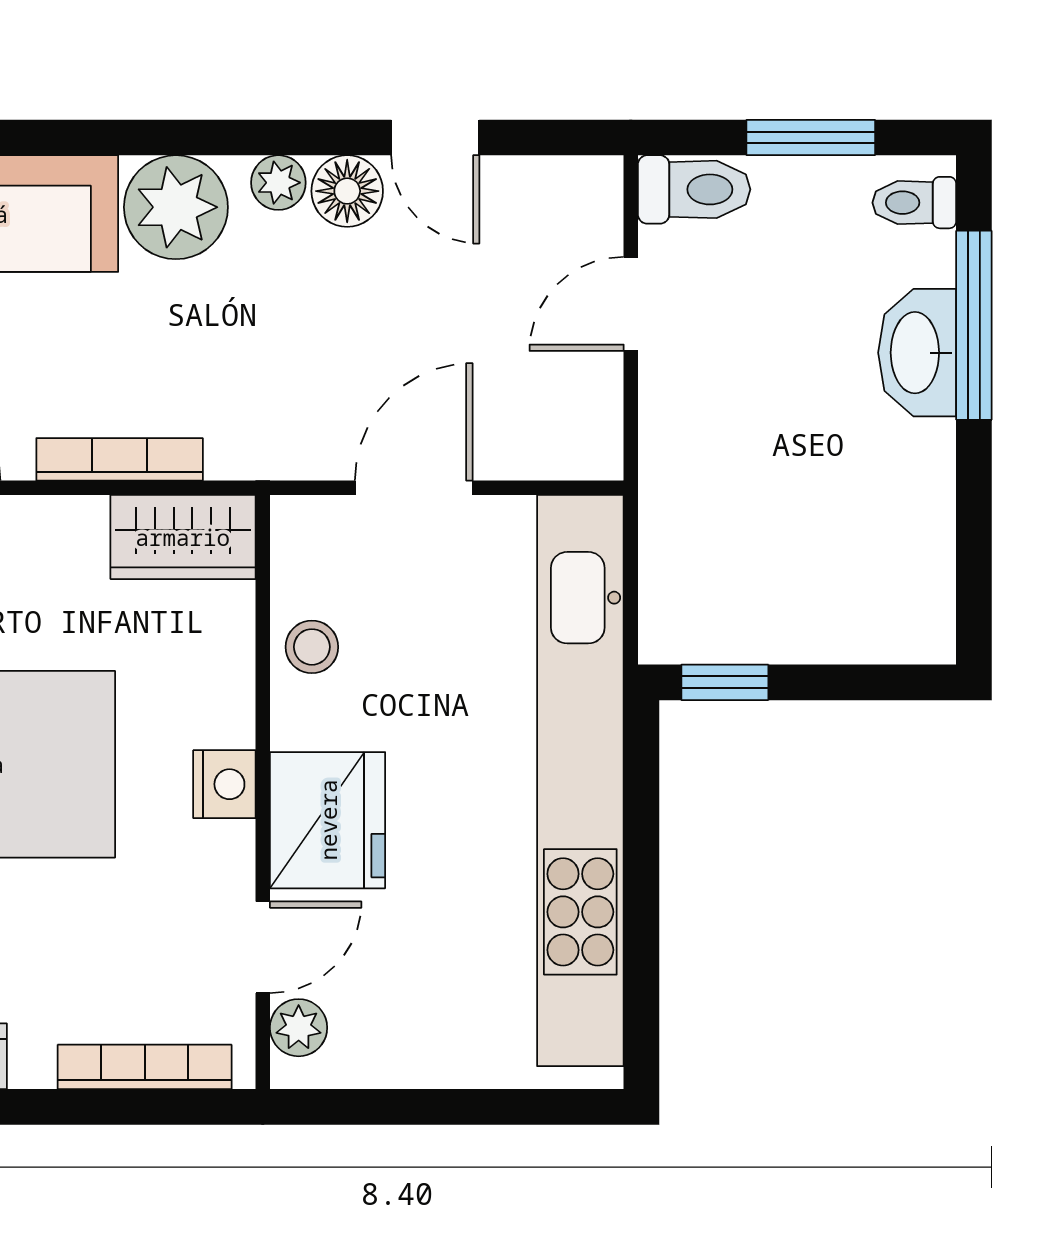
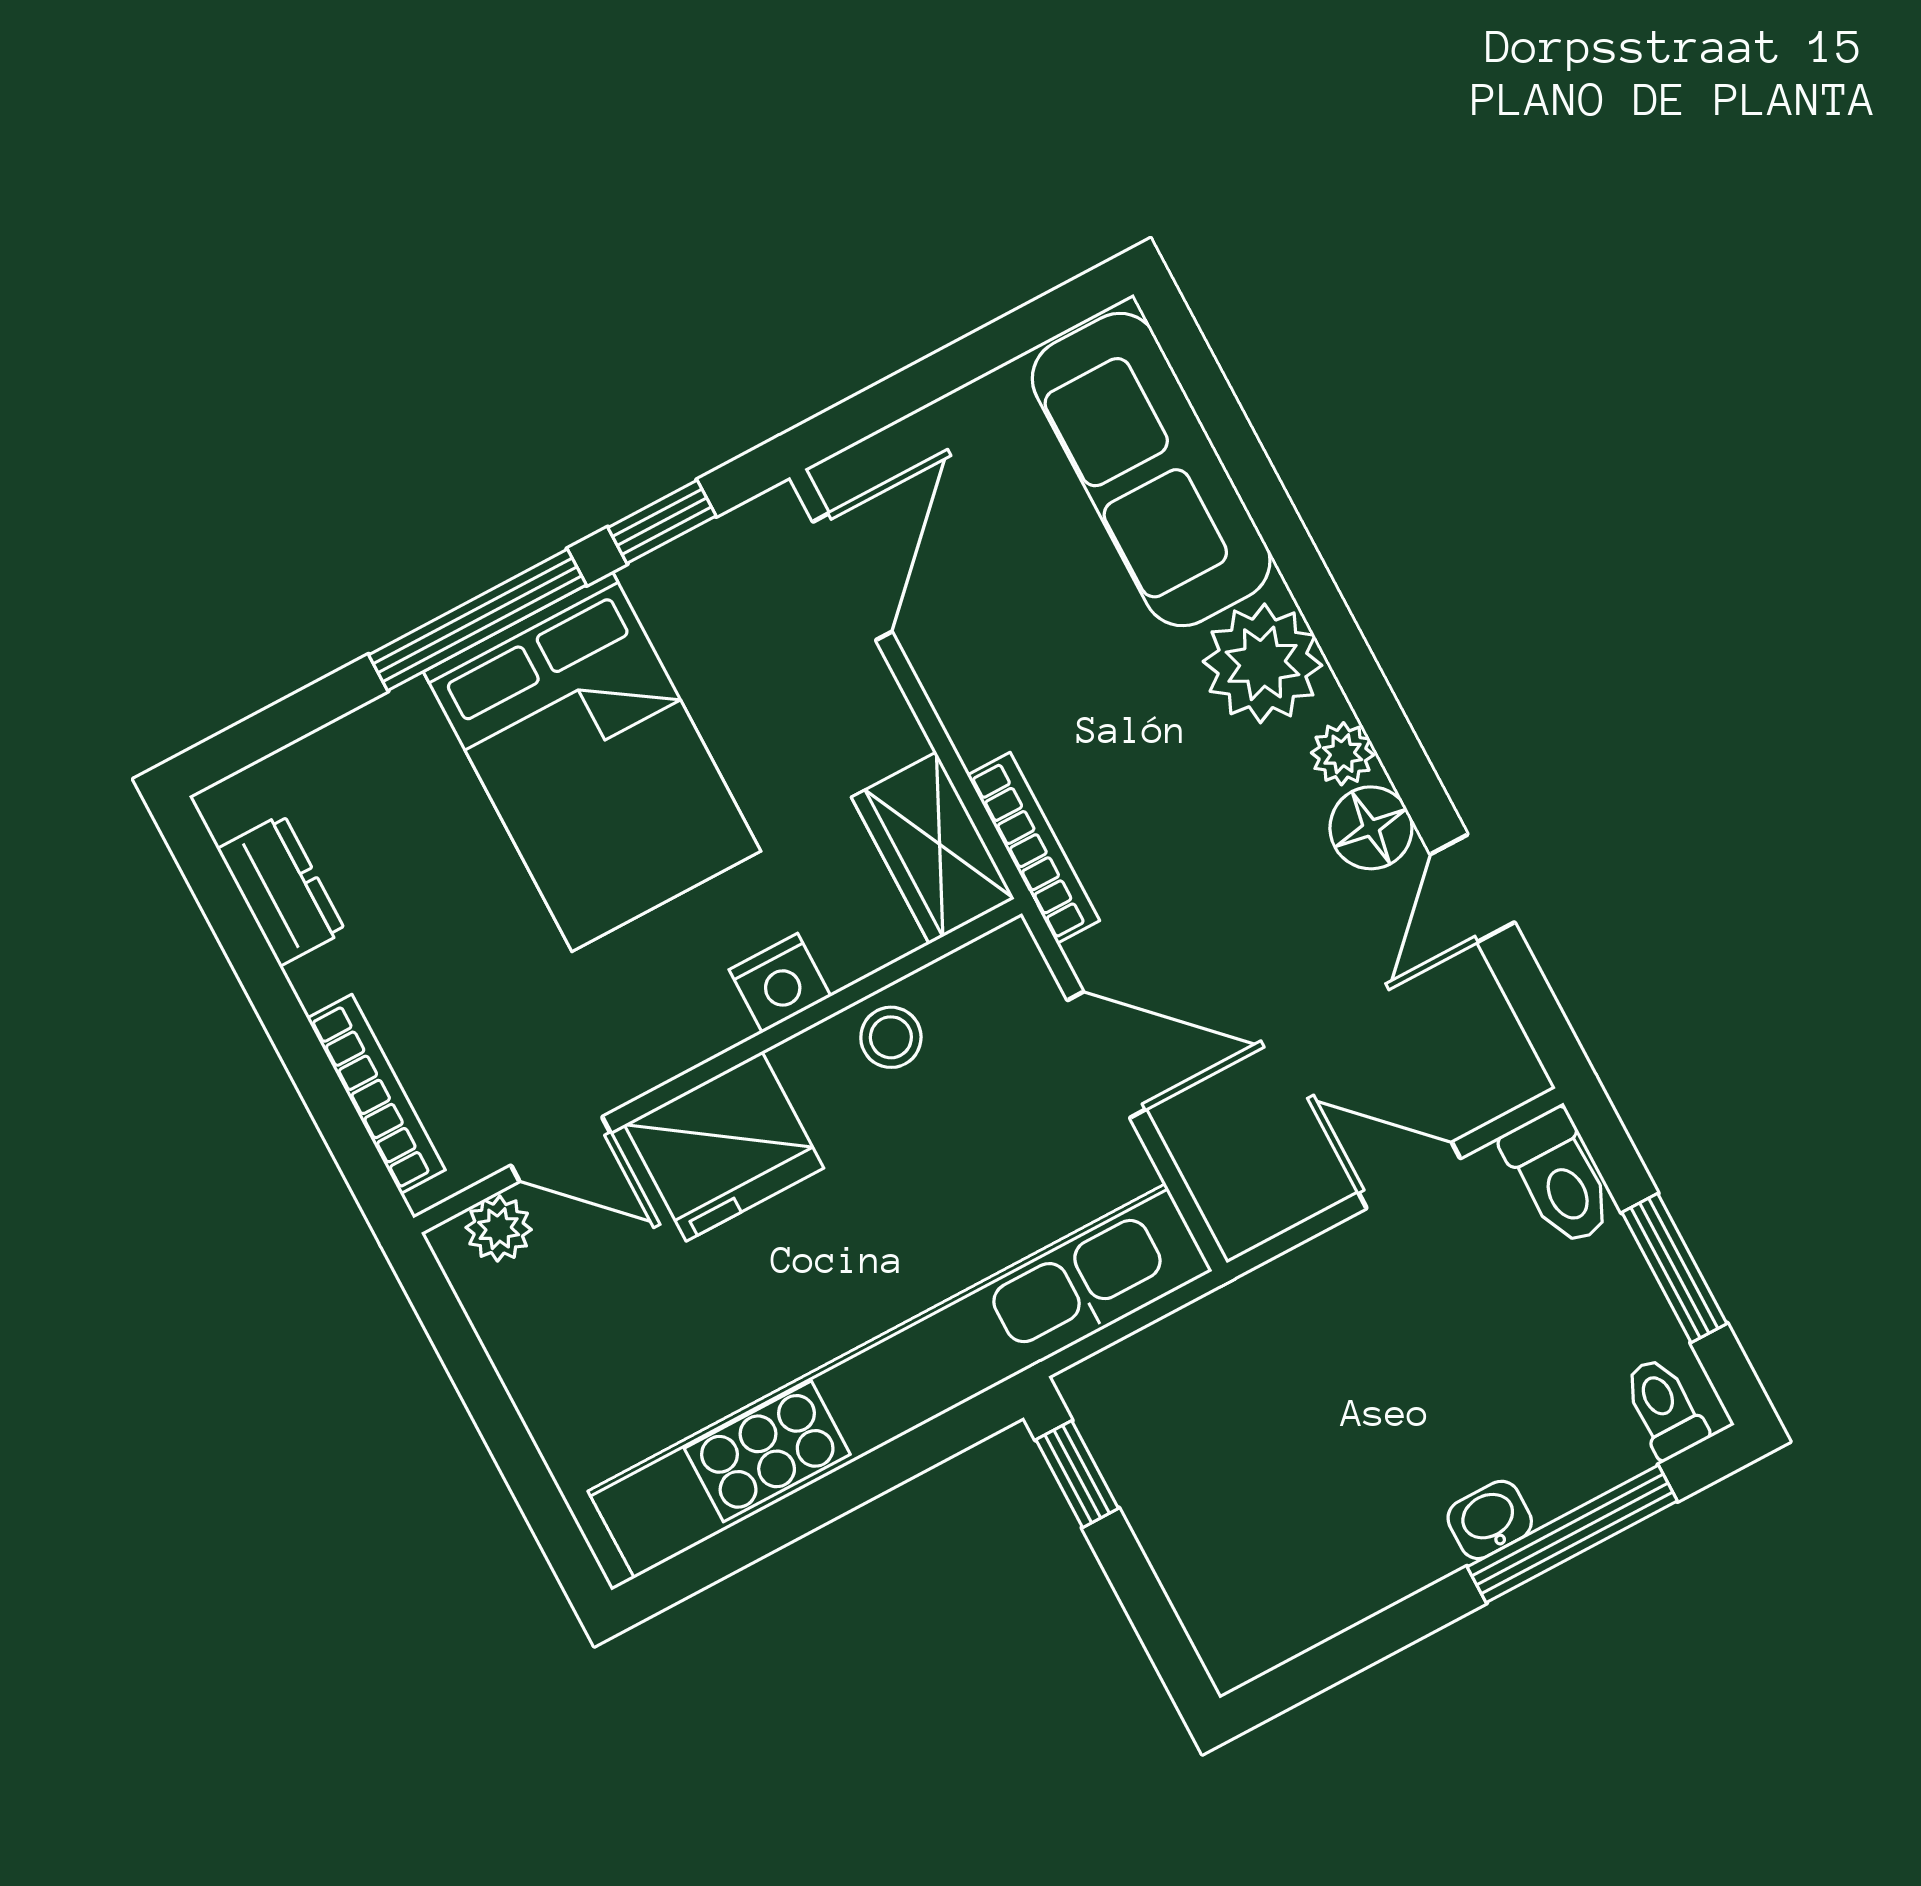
washbasin: (917, 353) -> (1490, 1520), width x0.52, depth x0.69
bookcase: (120, 459) -> (1033, 848), moved
nightstand: (224, 784) -> (780, 983), moved

